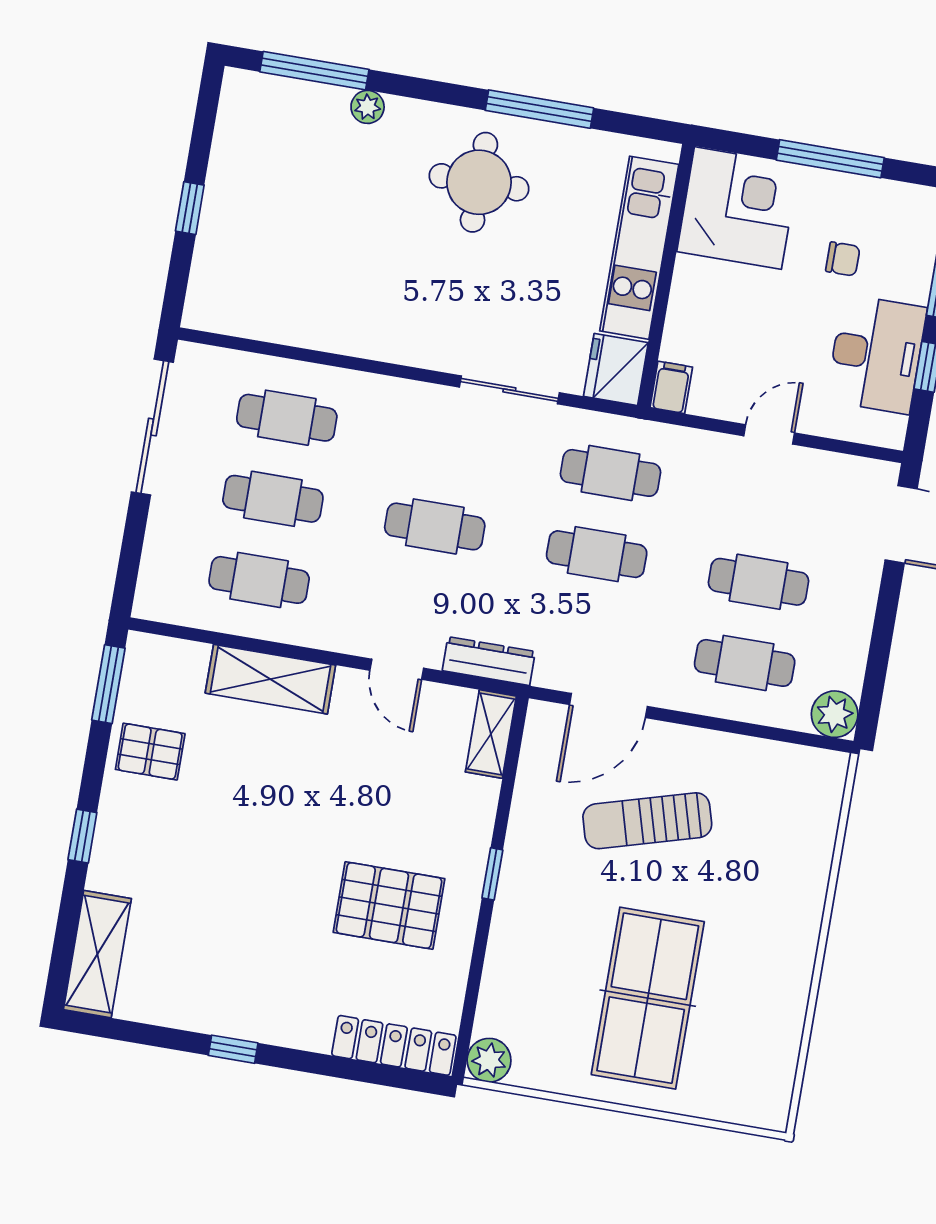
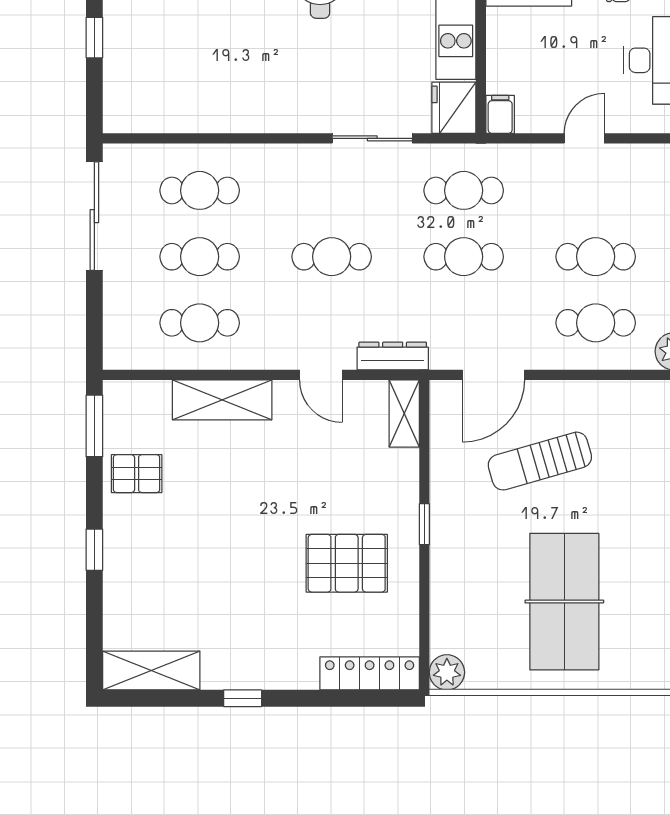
shelving: (97, 954) -> (151, 670), moved, turned 90

